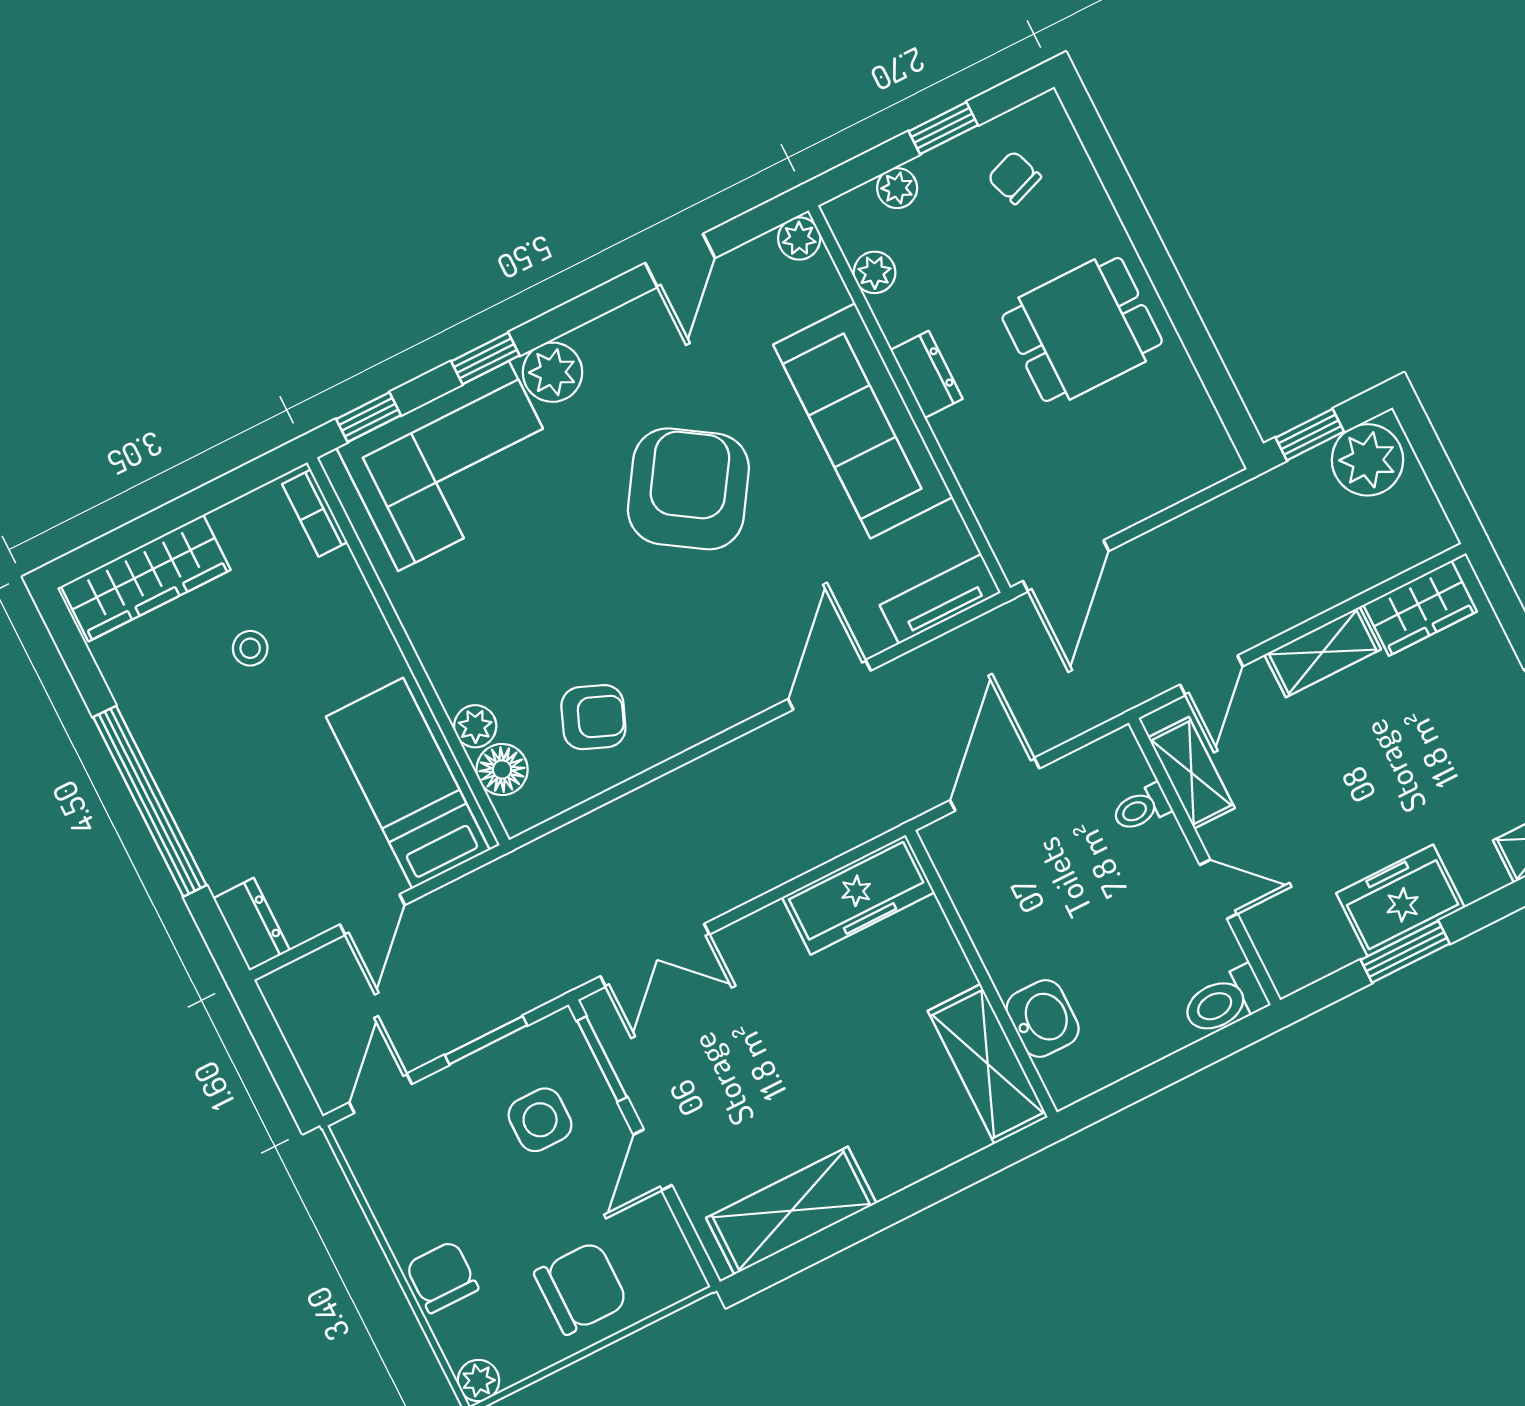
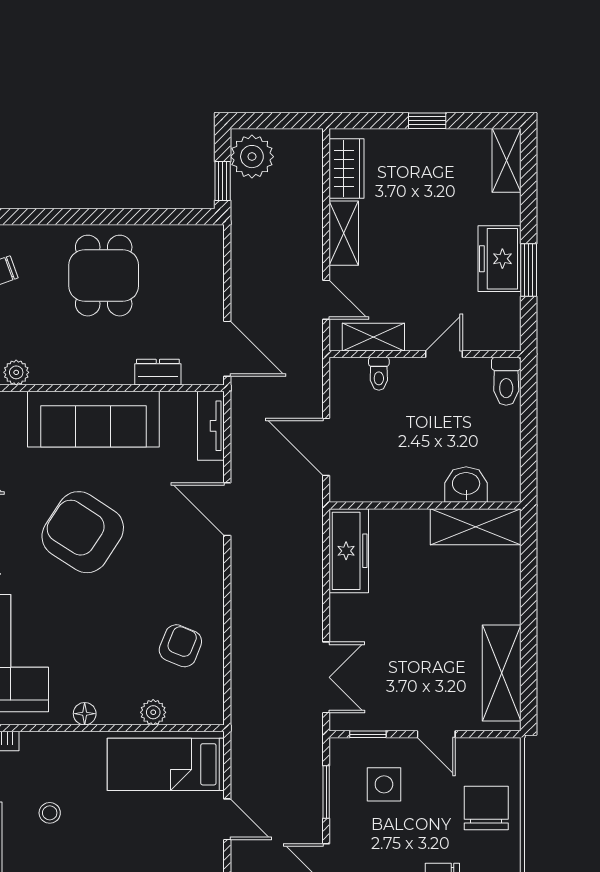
dresser: (927, 374) -> (158, 372), moved
floor lamp: (502, 770) -> (85, 714), moved, width x0.73, depth x0.73
window: (602, 1059) -> (368, 734), width x0.67

